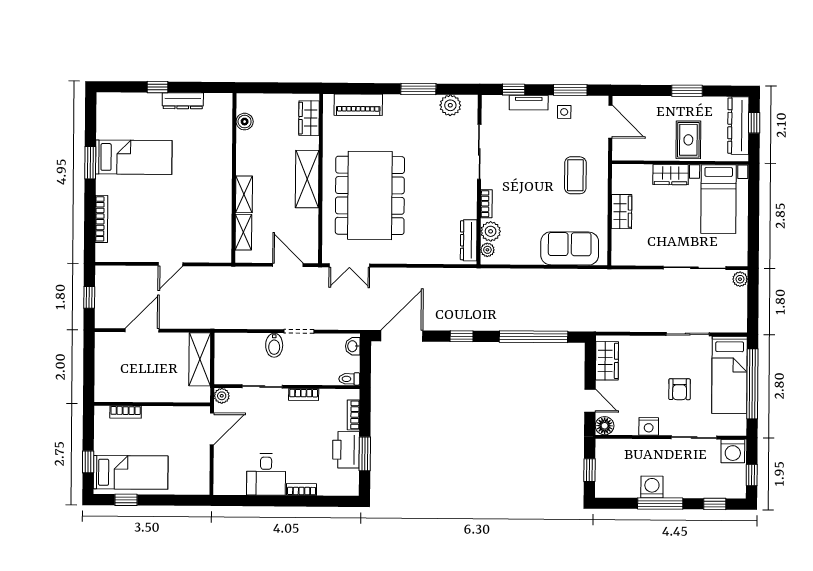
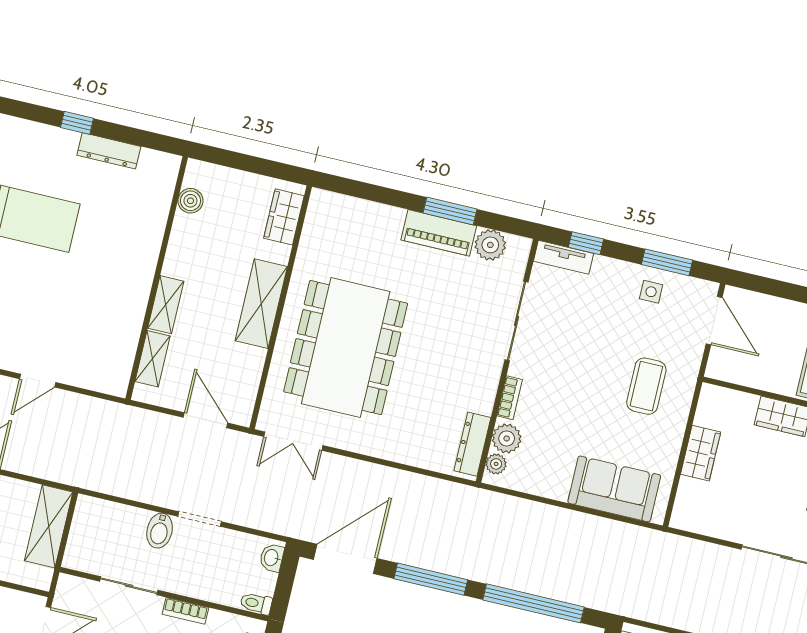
tv unit: (529, 103) -> (563, 257), moved
piano: (358, 105) -> (439, 233), moved
window: (462, 336) -> (431, 579), width x2.17
plant: (222, 396) -> (68, 586), removed

